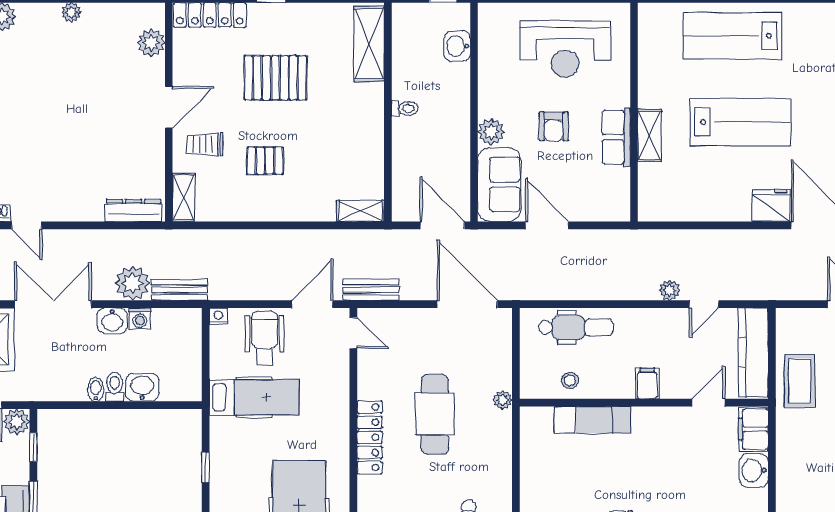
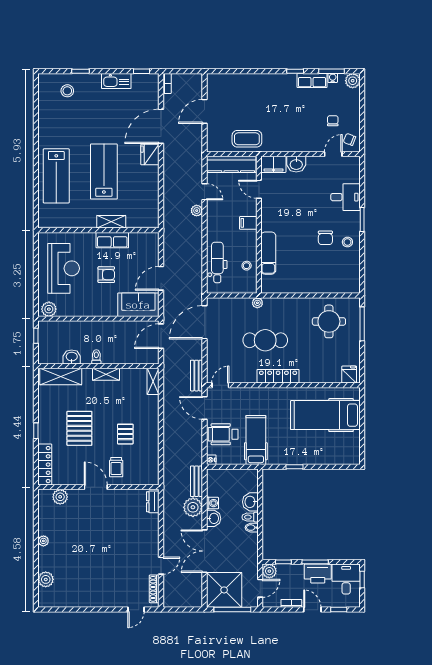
washbasin: (457, 46) -> (72, 357), moved, turned 180
plant: (491, 132) -> (49, 309), moved
shelving: (183, 197) -> (106, 374), moved
dresser: (134, 211) -> (153, 502), width x0.70

